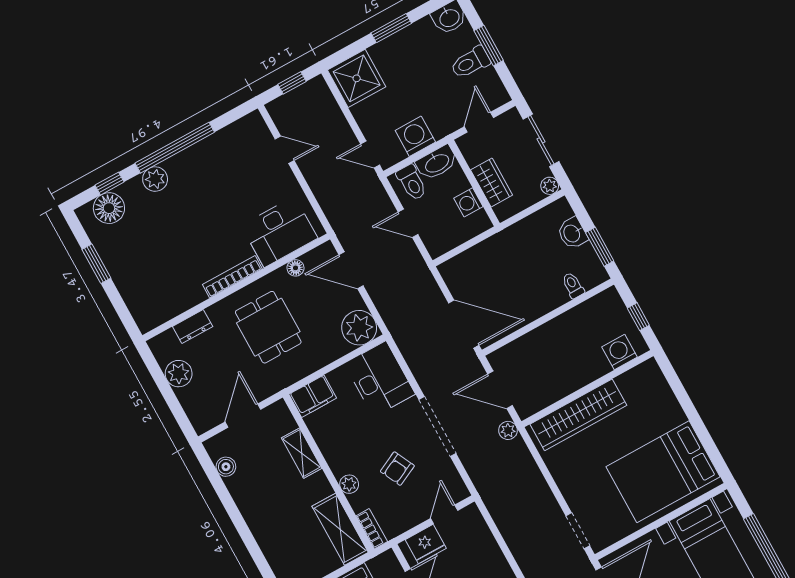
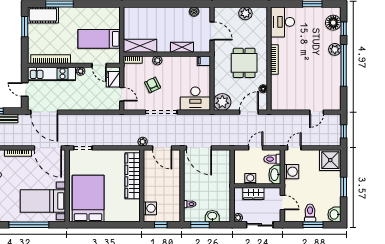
desk: (279, 232) -> (283, 22), moved
door: (464, 324) -> (199, 148), hinge flipped
dresser: (193, 327) -> (262, 31), removed
dining table: (268, 327) -> (244, 63), turned 90
door: (500, 390) -> (162, 148), swing flipped
filing cabinet: (313, 396) -> (204, 61), width x0.50

